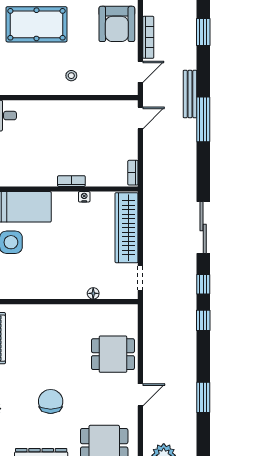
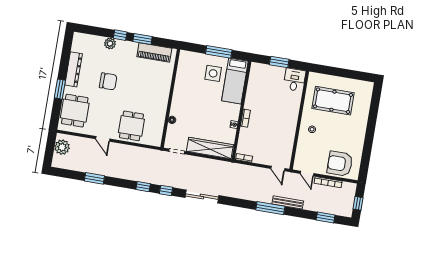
pool table: (36, 24) -> (333, 101), moved, turned 90

